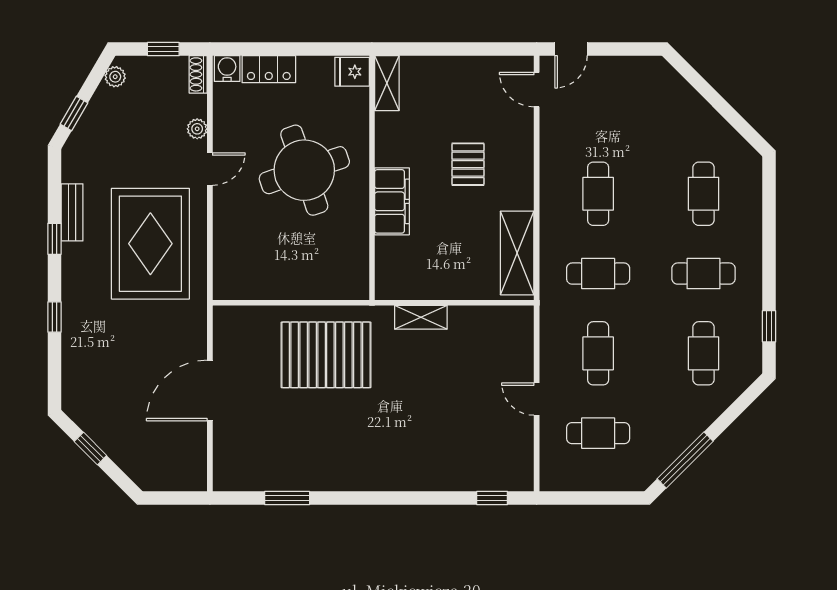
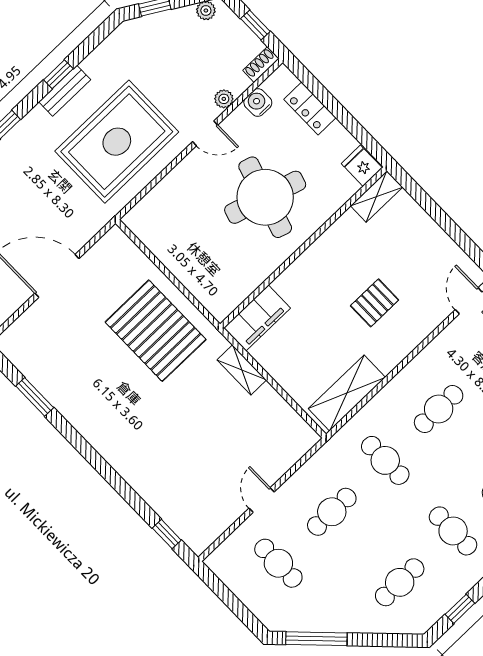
water cooler: (227, 69) -> (258, 103), moved, turned -90
round table: (304, 170) -> (265, 197), turned 36
filing cabinet: (392, 201) -> (257, 318), moved
bench: (72, 212) -> (65, 91), moved

